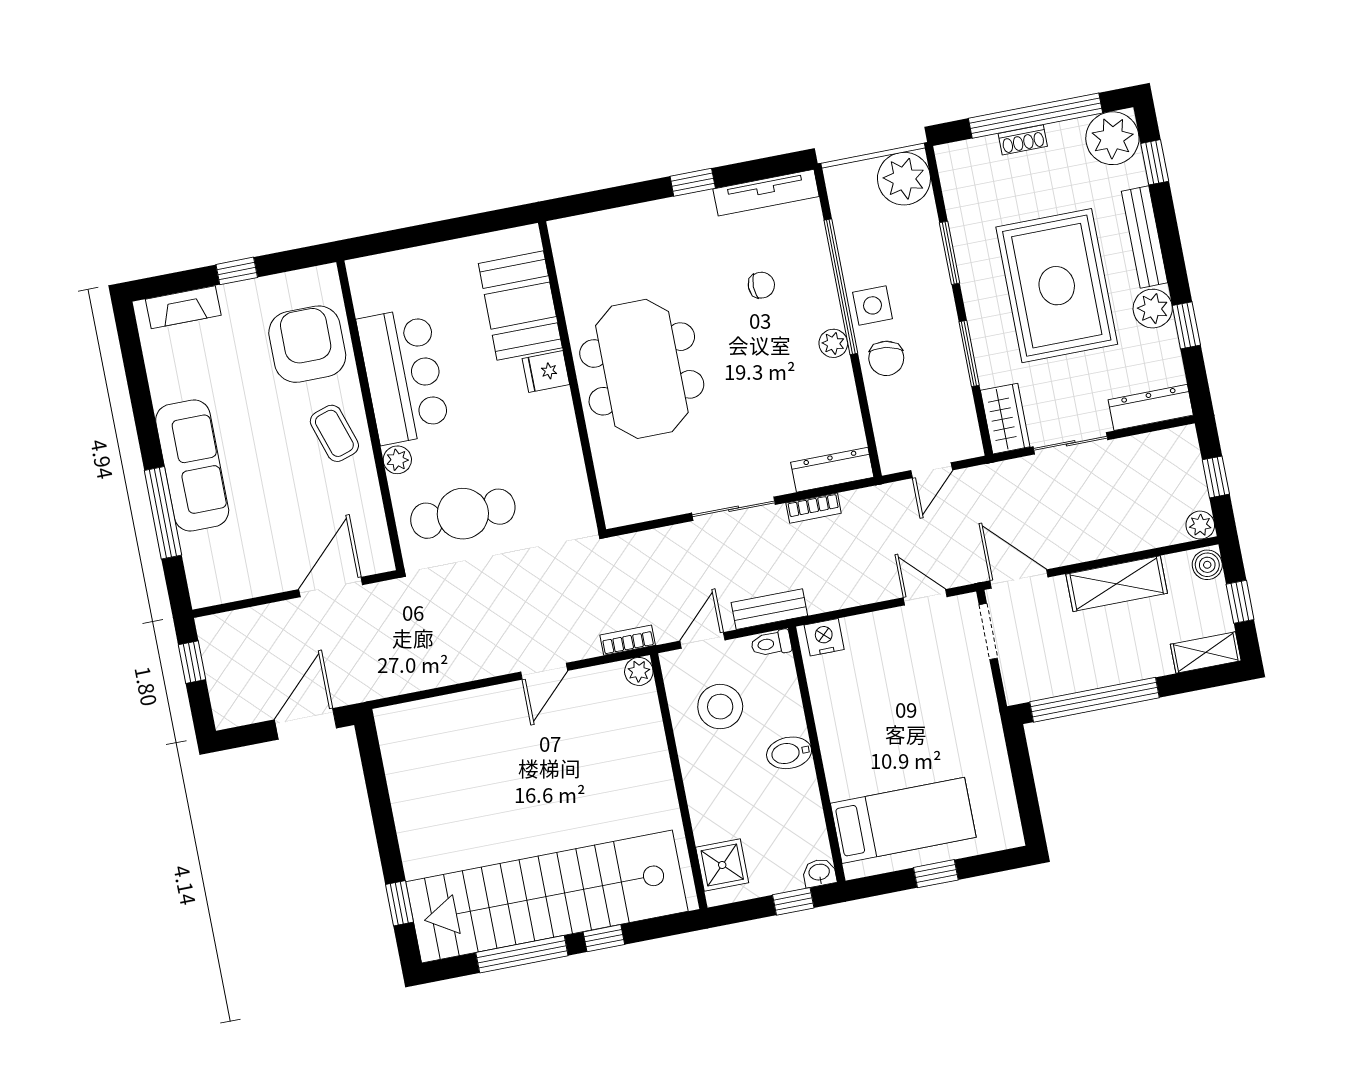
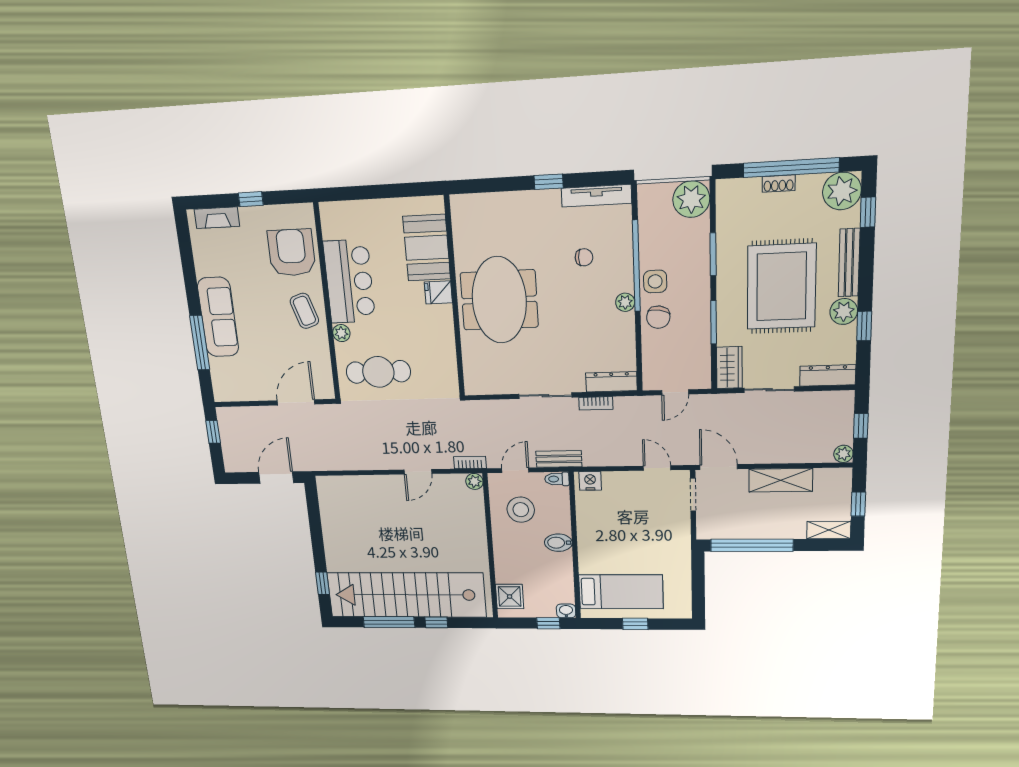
boiler: (1207, 565) -> (842, 479), removed

